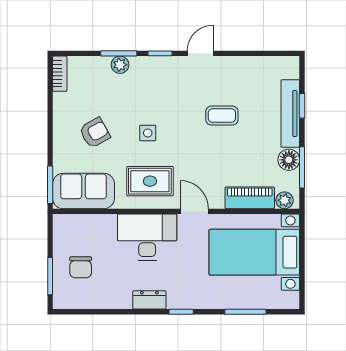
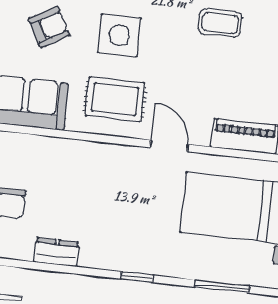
side table: (148, 133) -> (119, 35), width x1.87, depth x1.87
desk: (147, 237) -> (103, 173), removed
dresser: (149, 300) -> (57, 252), moved

